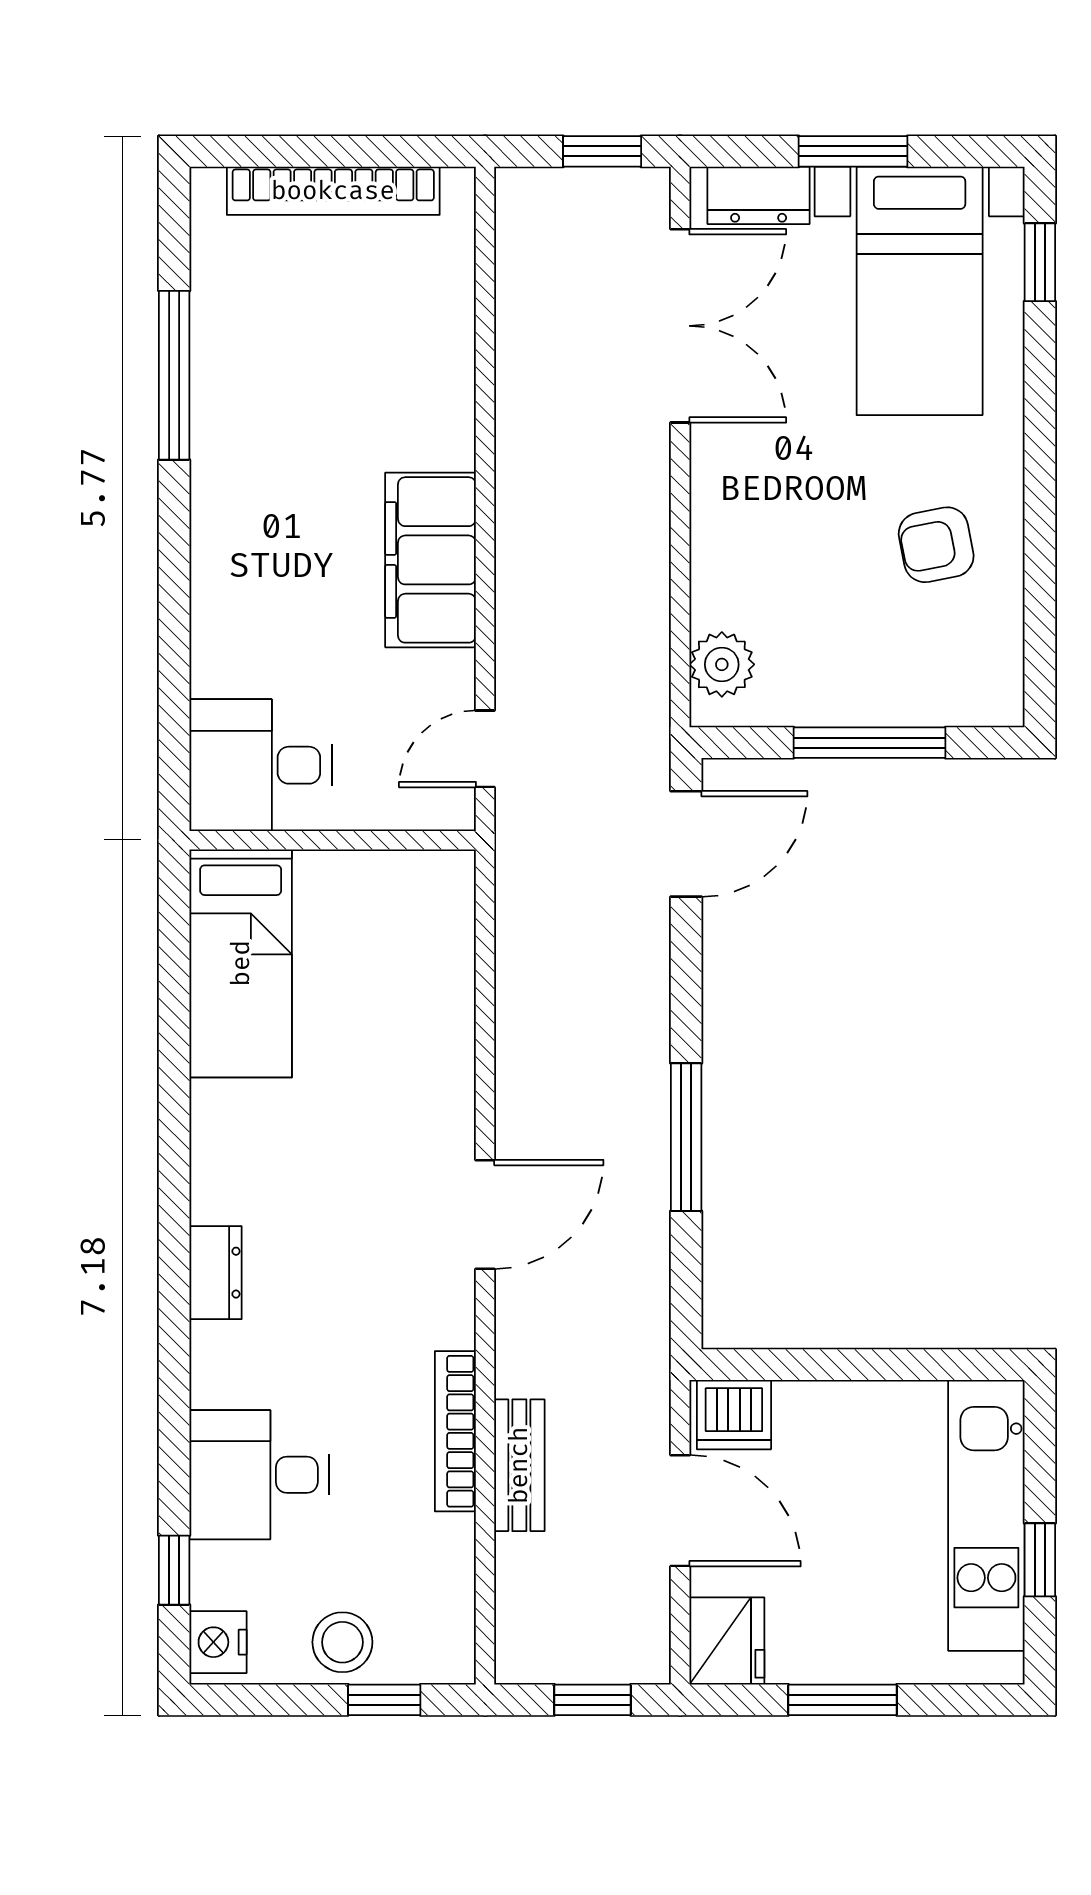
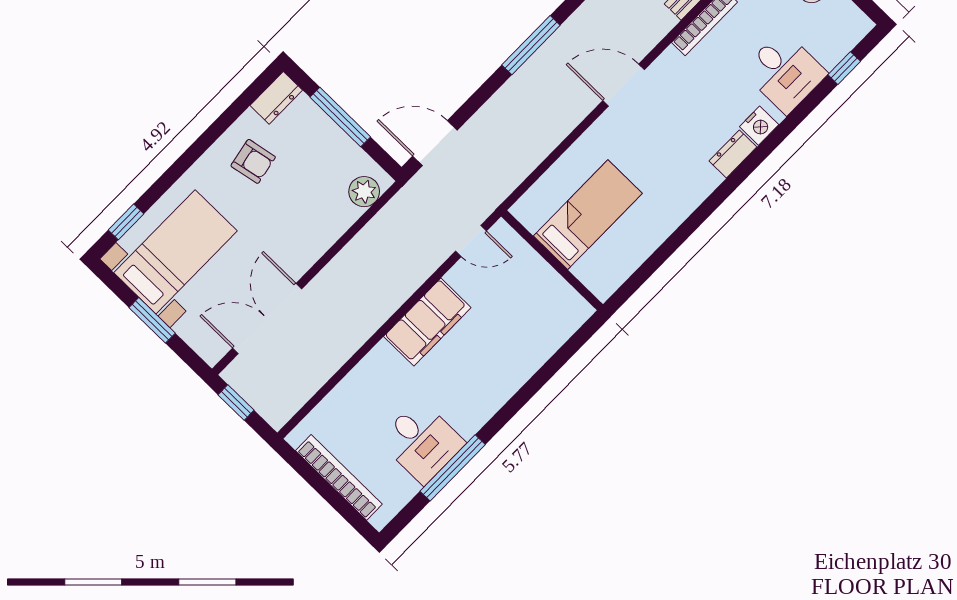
dresser: (759, 195) -> (276, 98), moved, turned 90
desk: (260, 765) -> (422, 442), moved
bed: (241, 963) -> (588, 215), moved
nightstand: (218, 1642) -> (759, 126), moved

